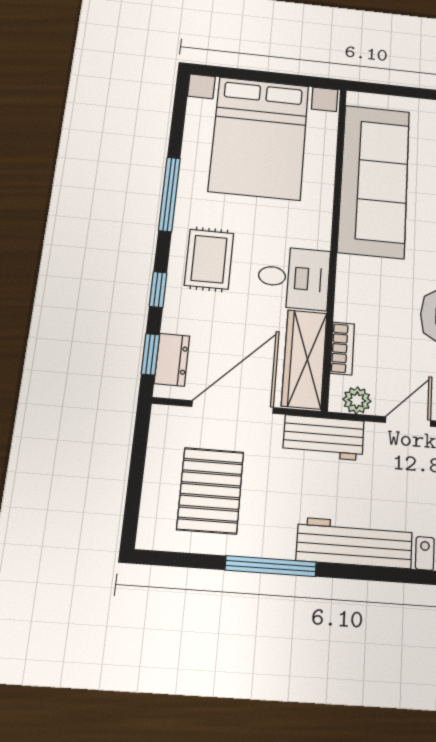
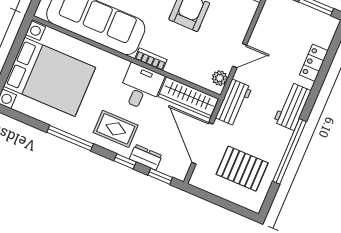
bookcase: (342, 348) -> (151, 59), moved
dresser: (172, 360) -> (146, 157), moved
door: (408, 422) -> (240, 56), swing flipped
workbench: (355, 543) -> (292, 106), width x0.73
window: (271, 566) -> (289, 151), width x1.46

